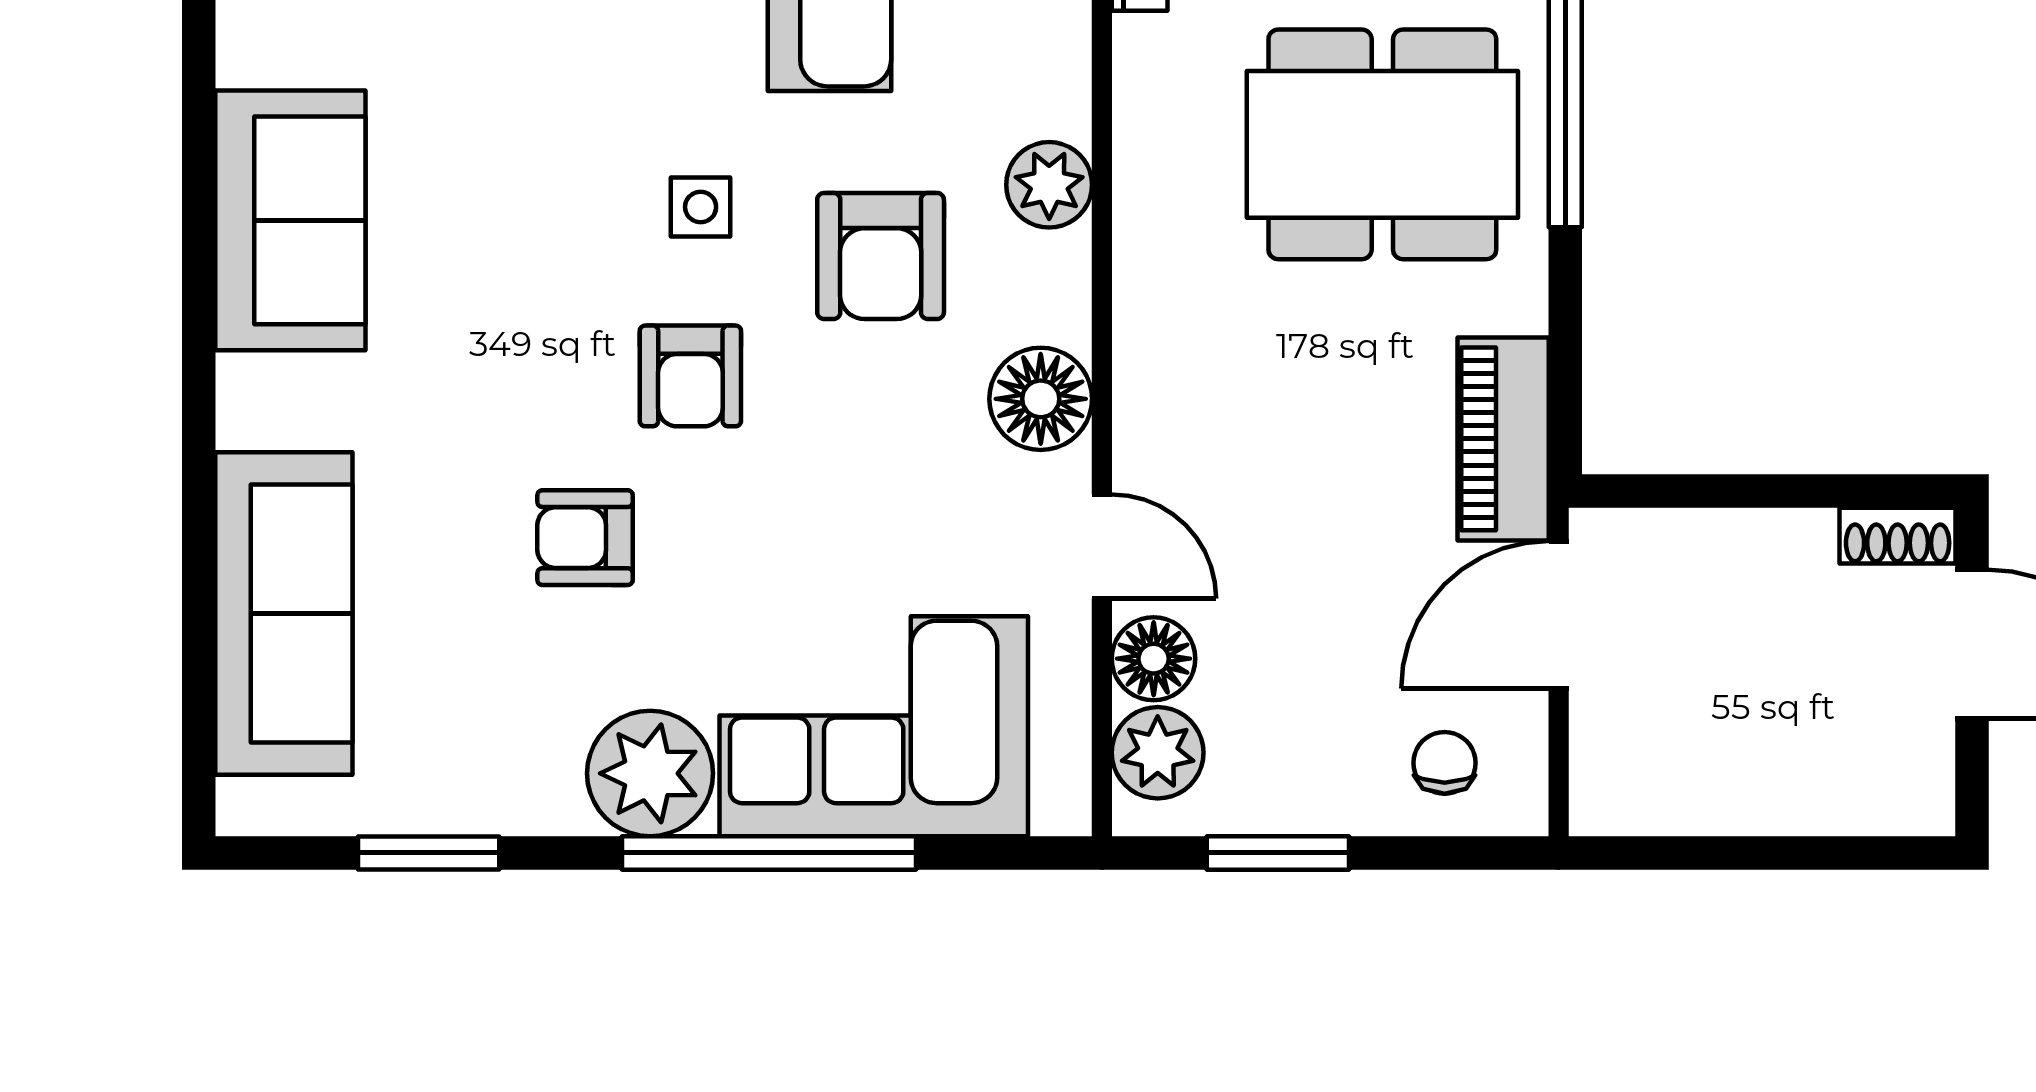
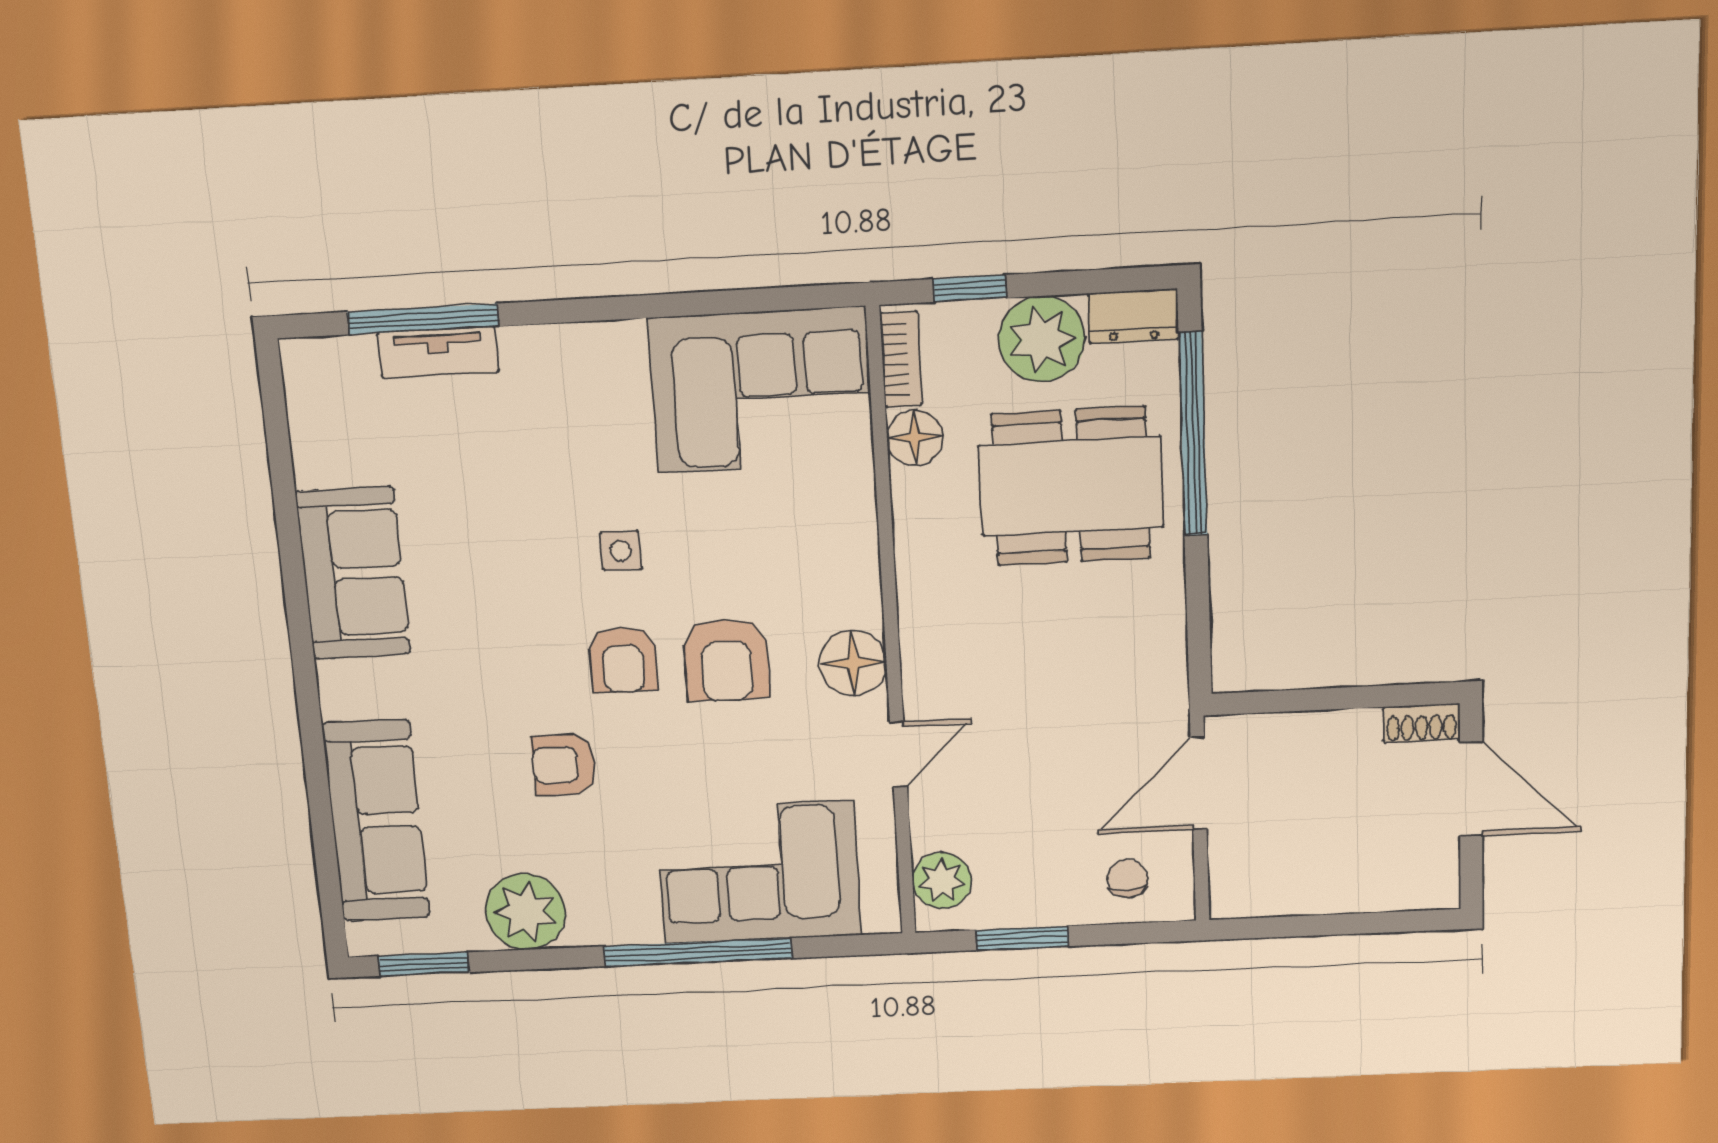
plant: (1049, 185) -> (850, 524), removed
armchair: (881, 256) -> (726, 660), moved
piano: (1503, 439) -> (1159, 674), removed
door: (1102, 546) -> (899, 754), hinge flipped
floor lamp: (1154, 659) -> (915, 438), moved
plant: (650, 773) -> (525, 912), moved
window: (429, 853) -> (424, 964), moved

